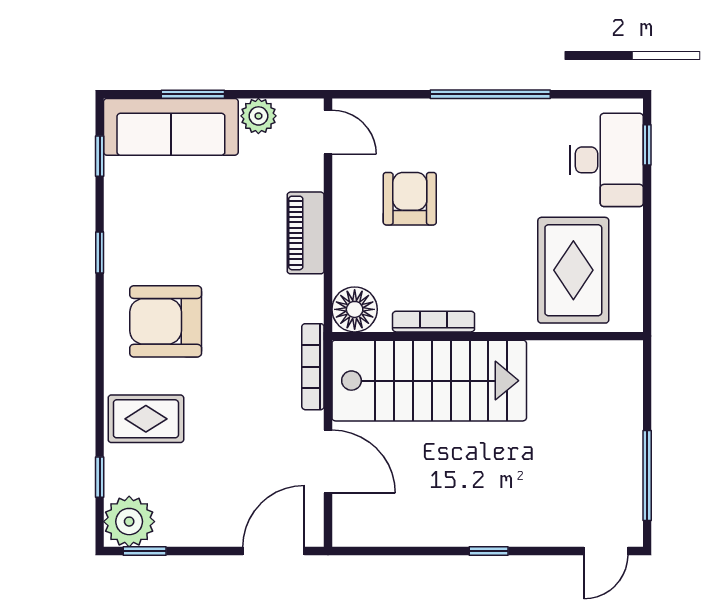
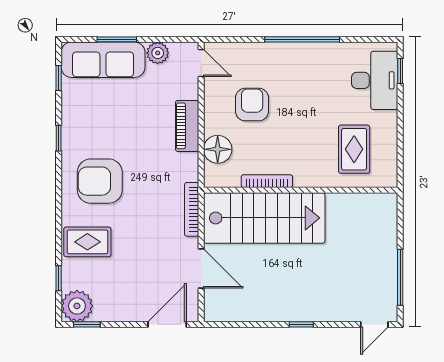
rug: (573, 270) -> (354, 149), width x0.73, depth x0.70
floor lamp: (355, 309) -> (218, 149), moved

